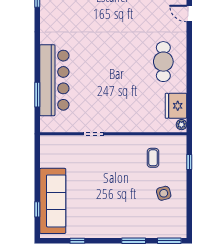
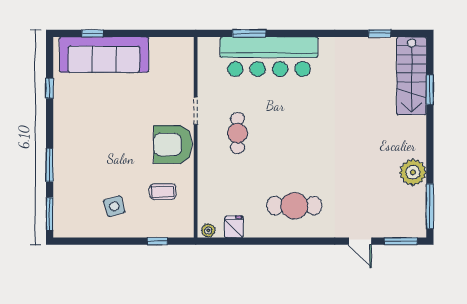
door: (189, 14) -> (360, 241), swing flipped
cafe table: (110, 103) -> (237, 133), added
fridge: (176, 106) -> (234, 227), width x0.53, depth x0.75
armchair: (118, 151) -> (173, 144), added

